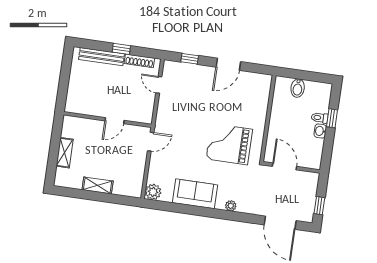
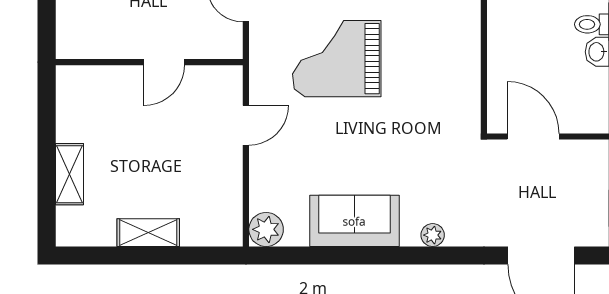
wall: (108, 120) -> (149, 62), moved
door: (115, 121) -> (164, 62), moved
grand piano: (229, 144) -> (337, 59), moved

